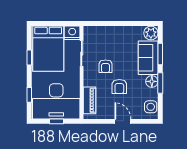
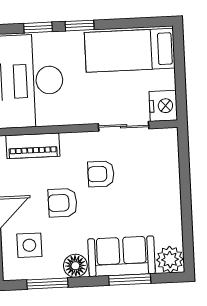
bed: (48, 49) -> (130, 50), width x0.67
window: (29, 57) -> (80, 26), moved
window: (160, 83) -> (47, 283), moved
side table: (151, 107) -> (29, 245), moved

